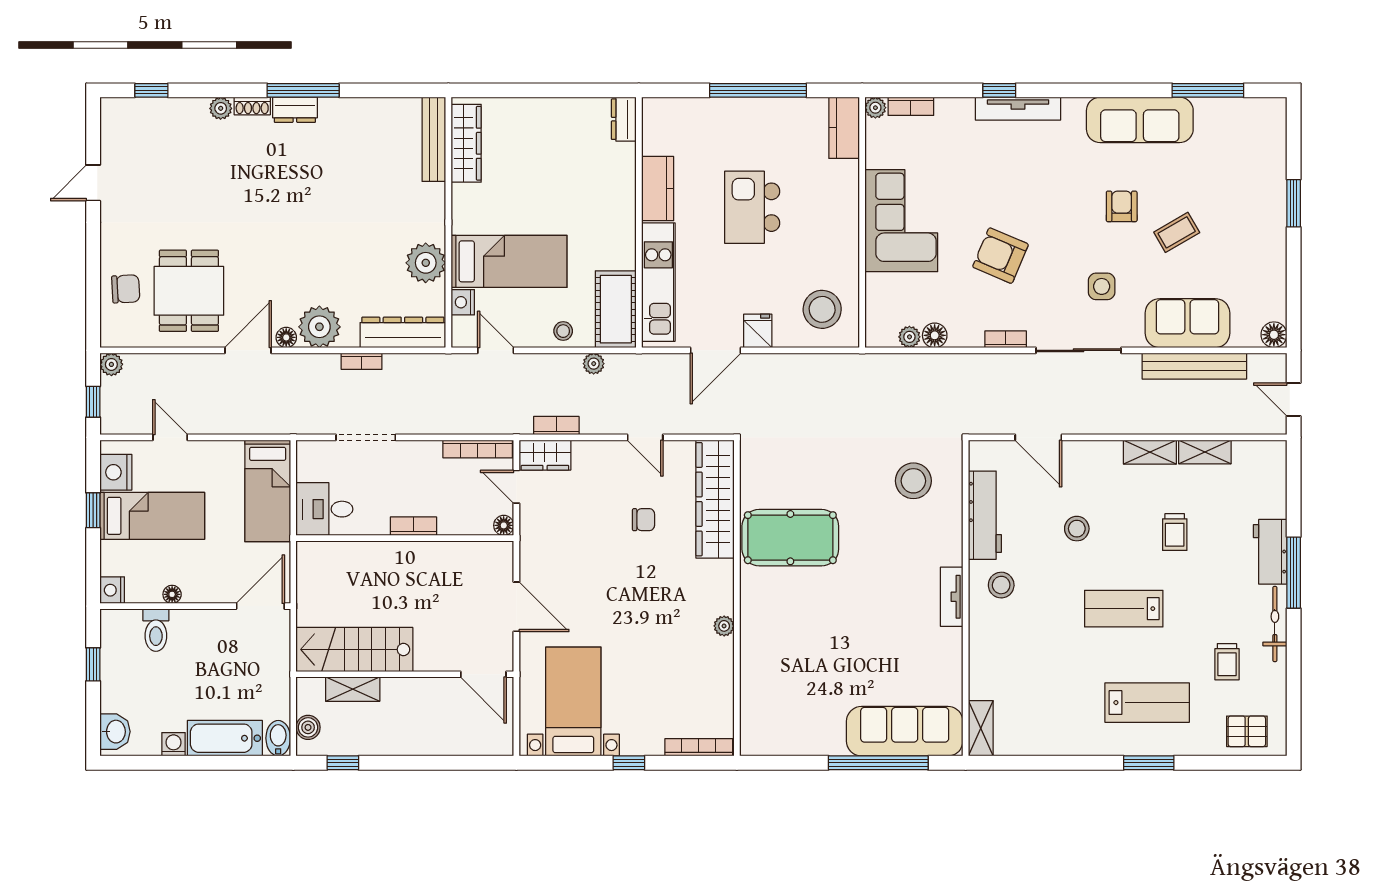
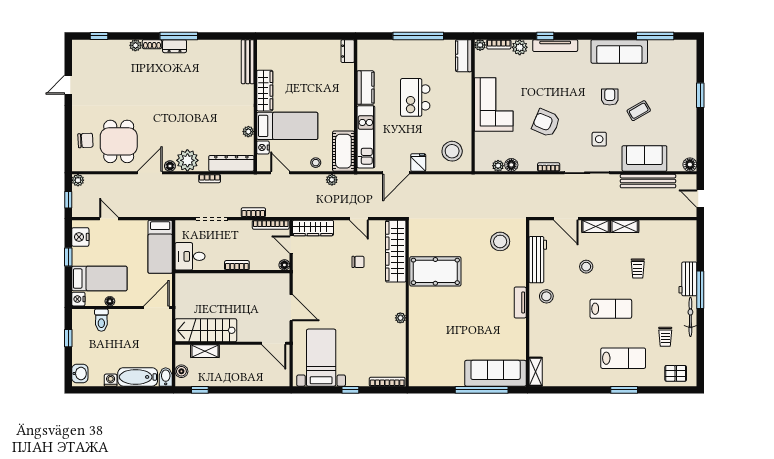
plant: (951, 112) -> (520, 47), added
wardrobe: (466, 143) -> (265, 91), moved
plant: (426, 263) -> (248, 132), width x0.53, depth x0.53
bookcase: (556, 426) -> (253, 212), moved
shelving: (1205, 452) -> (596, 226), moved
wardrobe: (545, 455) -> (313, 228), width x1.50
bed: (152, 516) -> (99, 278), moved
lab bench: (1124, 609) -> (611, 309), turned 180

